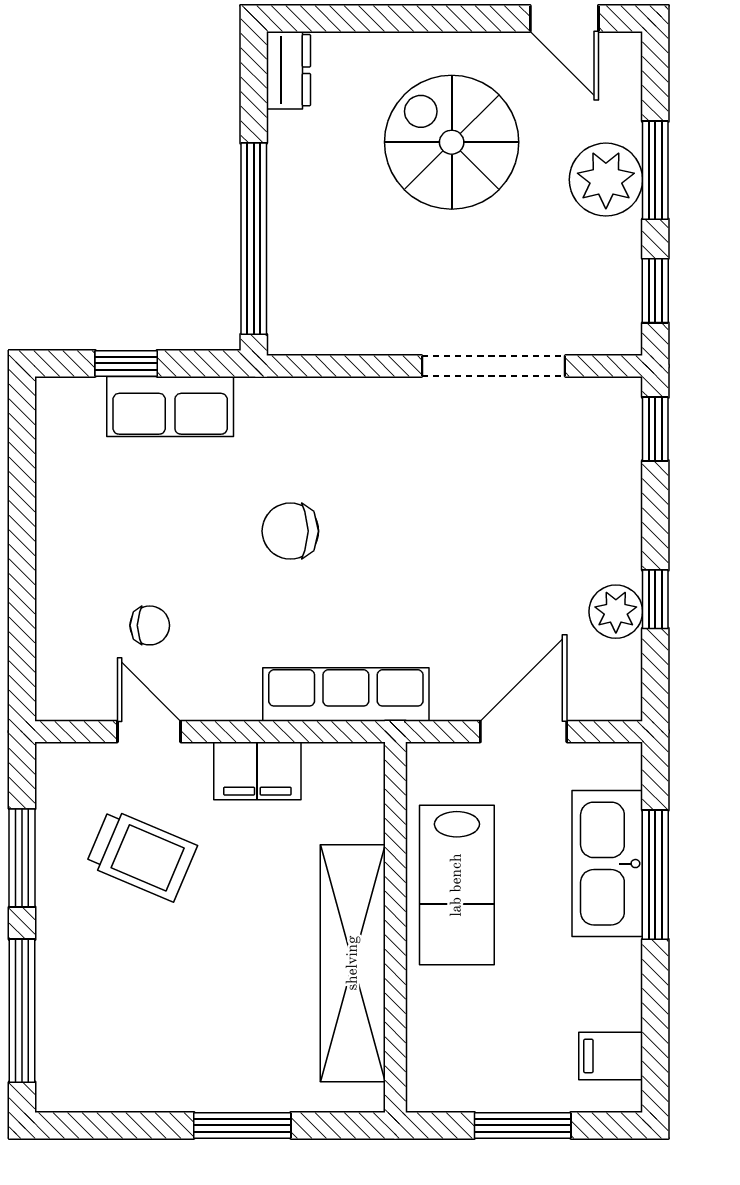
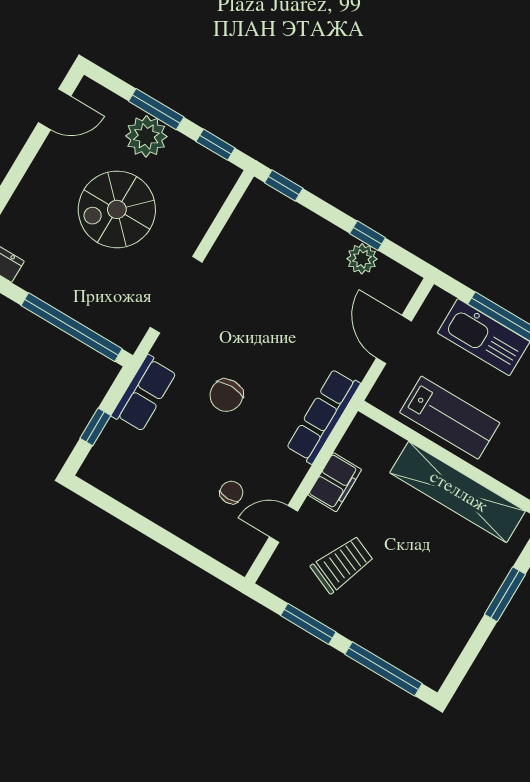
spiral stairs: (452, 142) -> (117, 209), moved
doorway: (494, 366) -> (176, 295), moved
row of seats: (170, 407) -> (144, 394), moved

